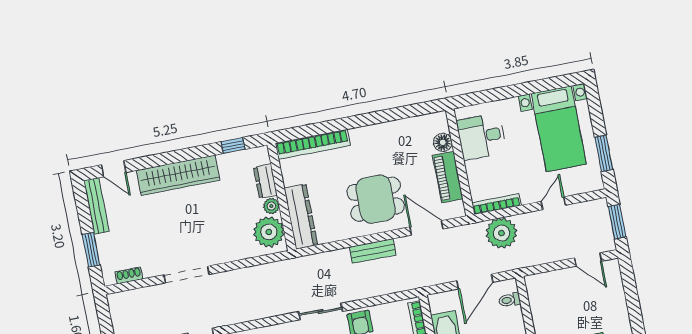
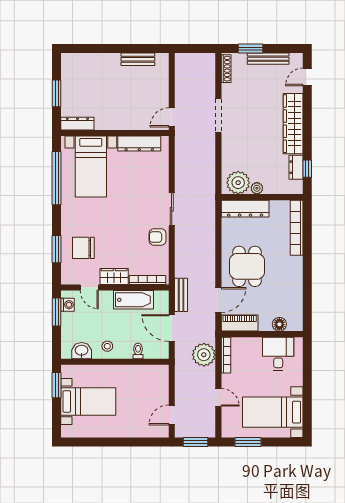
piano: (448, 177) -> (240, 323), moved
dresser: (265, 181) -> (296, 167), moved, turned -90
bench: (96, 206) -> (268, 59), moved
bench: (373, 251) -> (181, 295), moved
shoe rack: (129, 275) -> (226, 69), width x1.43
toilet: (509, 300) -> (138, 351), moved

